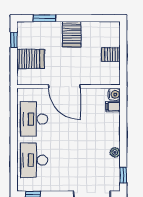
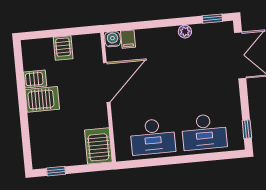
window: (44, 18) -> (25, 135), removed
server rack: (88, 30) -> (35, 79), added
server rack: (31, 59) -> (98, 146), moved
door: (64, 87) -> (107, 82), moved

